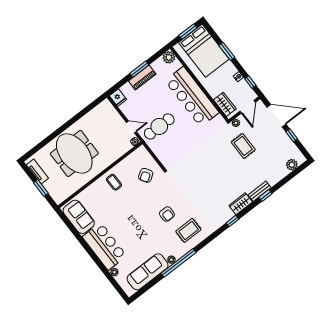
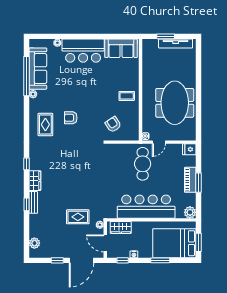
meeting table: (74, 154) -> (175, 103), moved, turned 90
tv unit: (37, 171) -> (176, 44), width x1.41
window: (178, 263) -> (26, 76), moved

